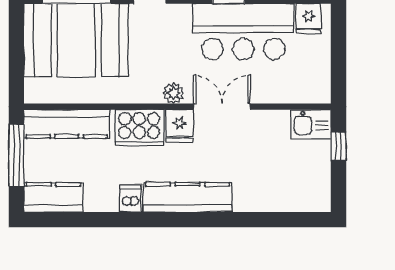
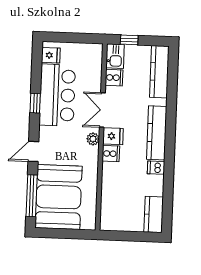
kitchen counter: (67, 124) -> (159, 72), moved, turned 180
cooker: (276, 124) -> (114, 78), added
cooker: (139, 128) -> (111, 154), width x0.53, depth x0.76
window: (16, 155) -> (127, 236), removed

